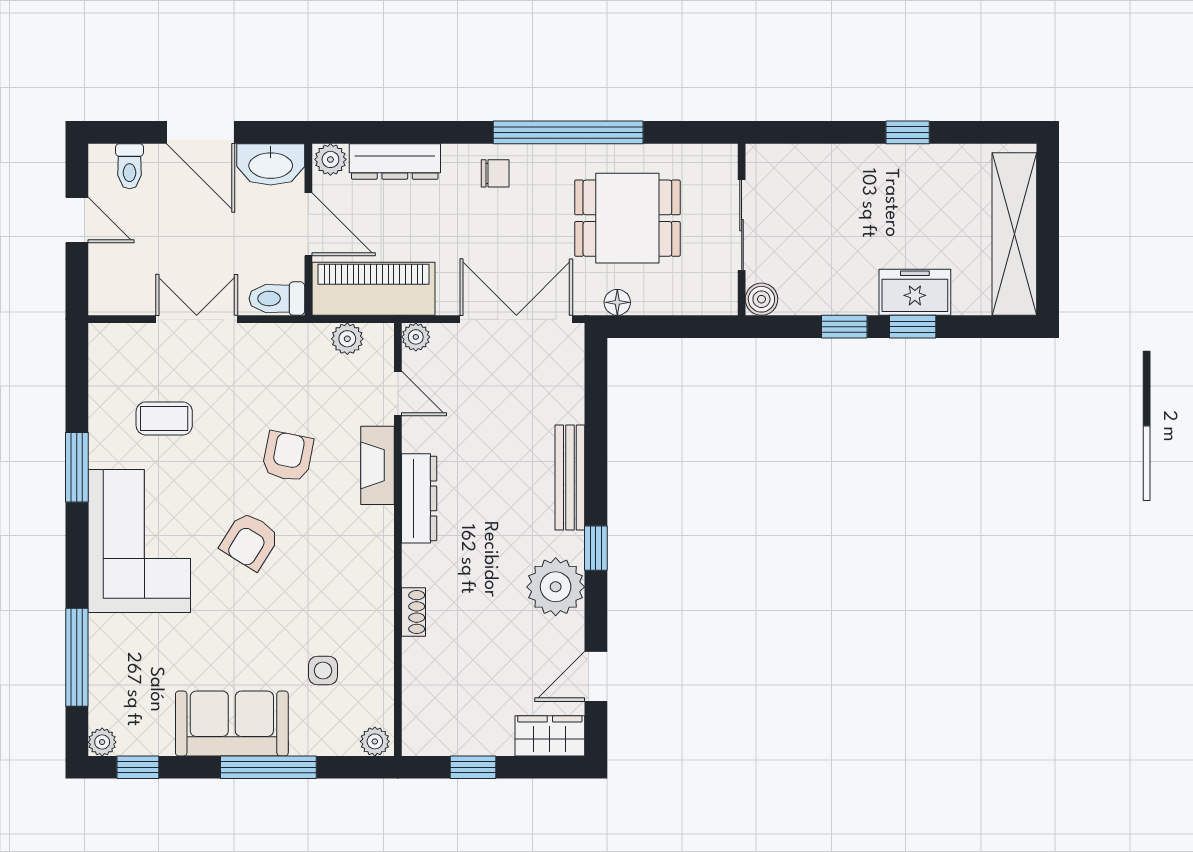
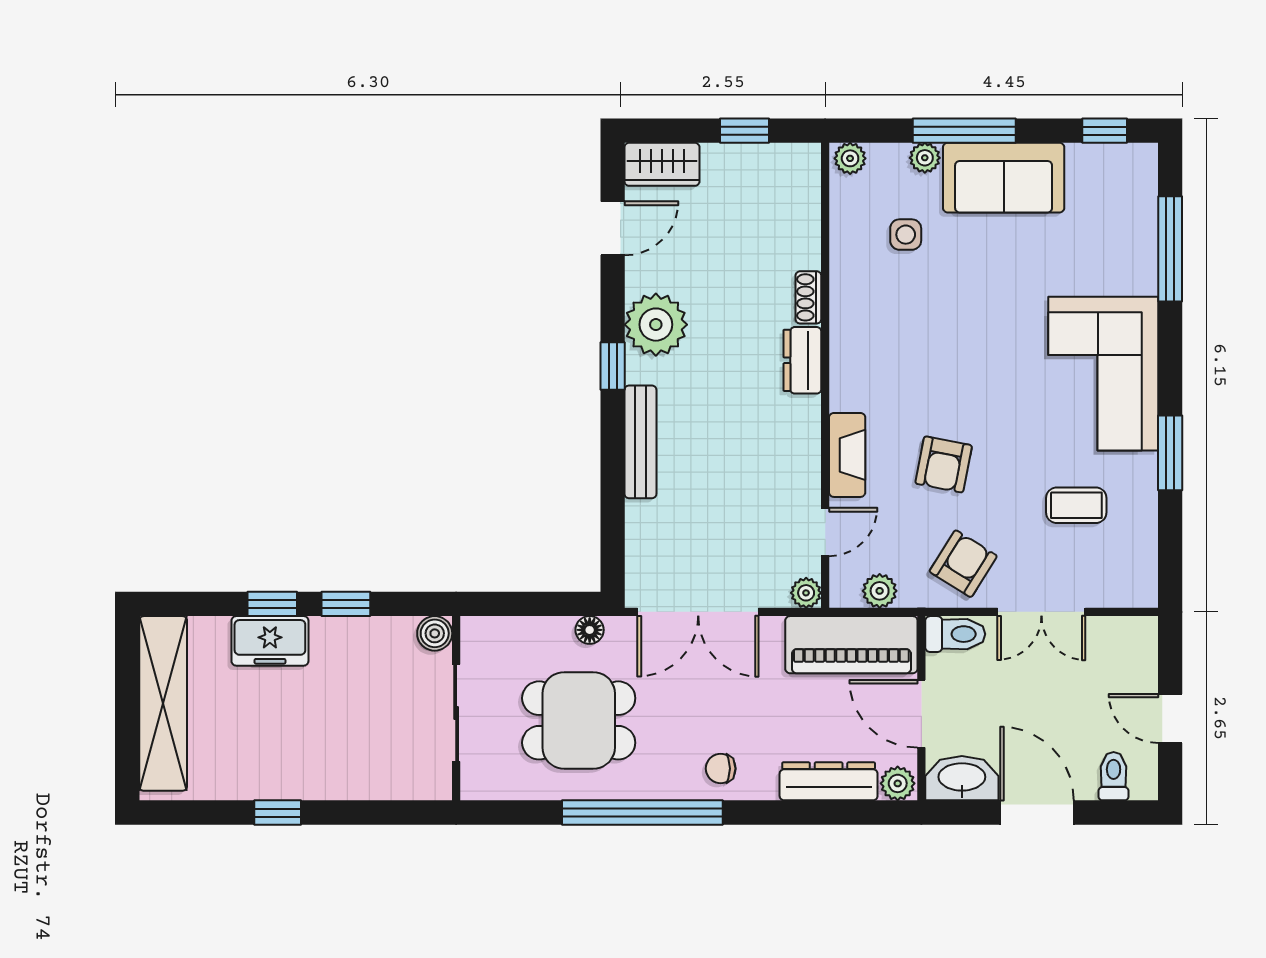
door: (398, 394) -> (825, 532), swing flipped
dresser: (419, 498) -> (802, 360), moved, width x0.70
armchair: (250, 541) -> (963, 564), moved
plant: (102, 742) -> (925, 158), moved

